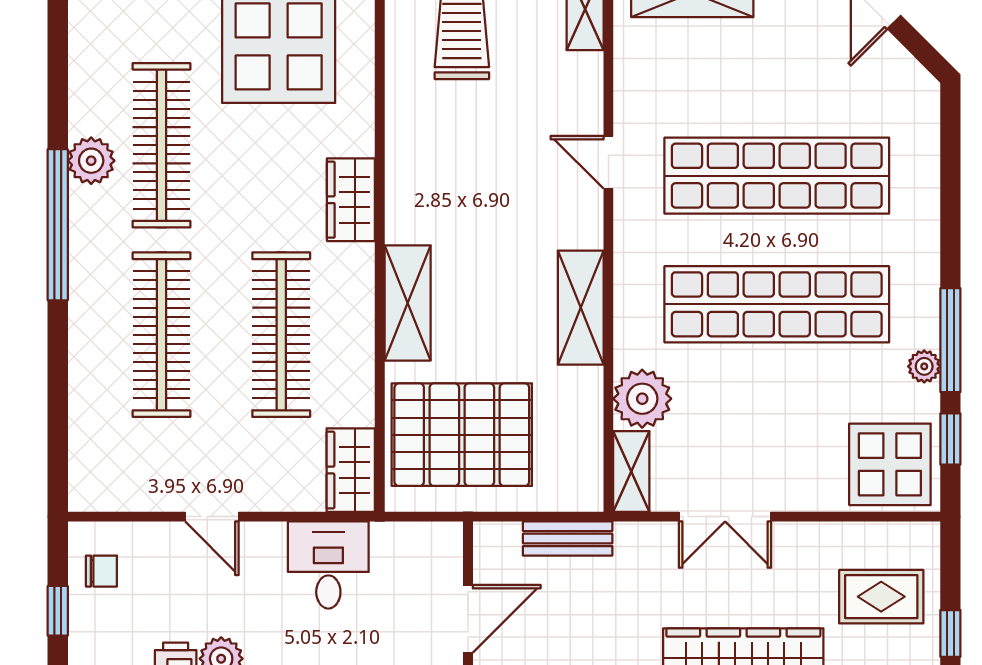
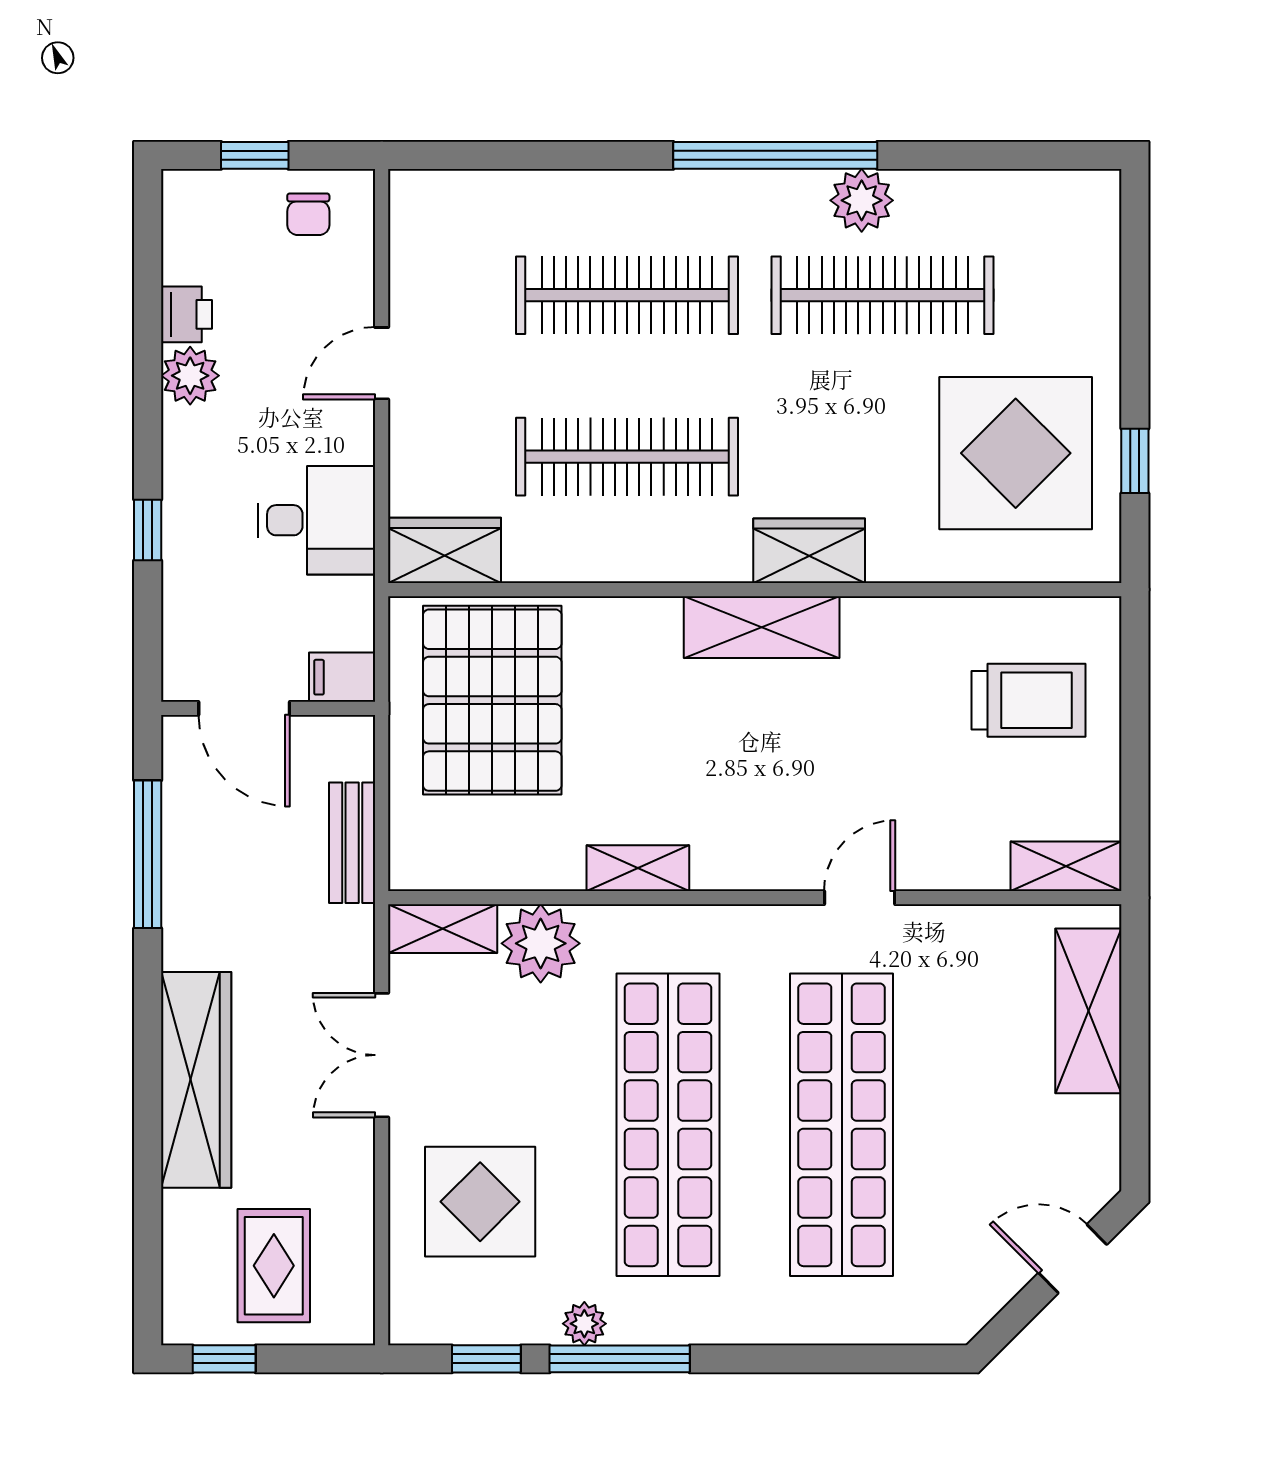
shelving: (408, 303) -> (762, 627), moved
shelving: (581, 308) -> (638, 868), width x0.67, depth x0.75
display table: (890, 464) -> (480, 1202), moved
filing cabinet: (445, 546) -> (342, 677), added

